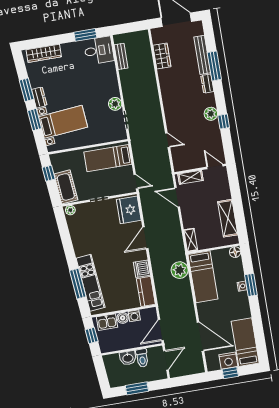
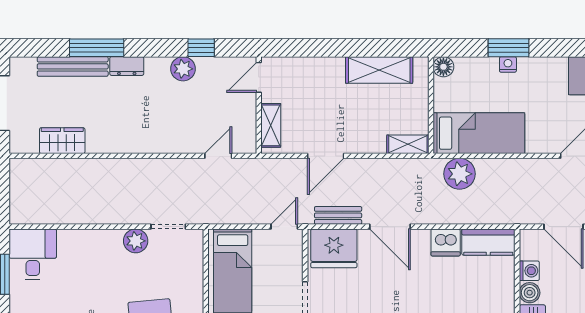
bench: (121, 56) -> (338, 215), moved
door: (215, 167) -> (259, 77), moved
wall: (200, 169) -> (259, 105), moved
shelving: (191, 177) -> (271, 125), moved

